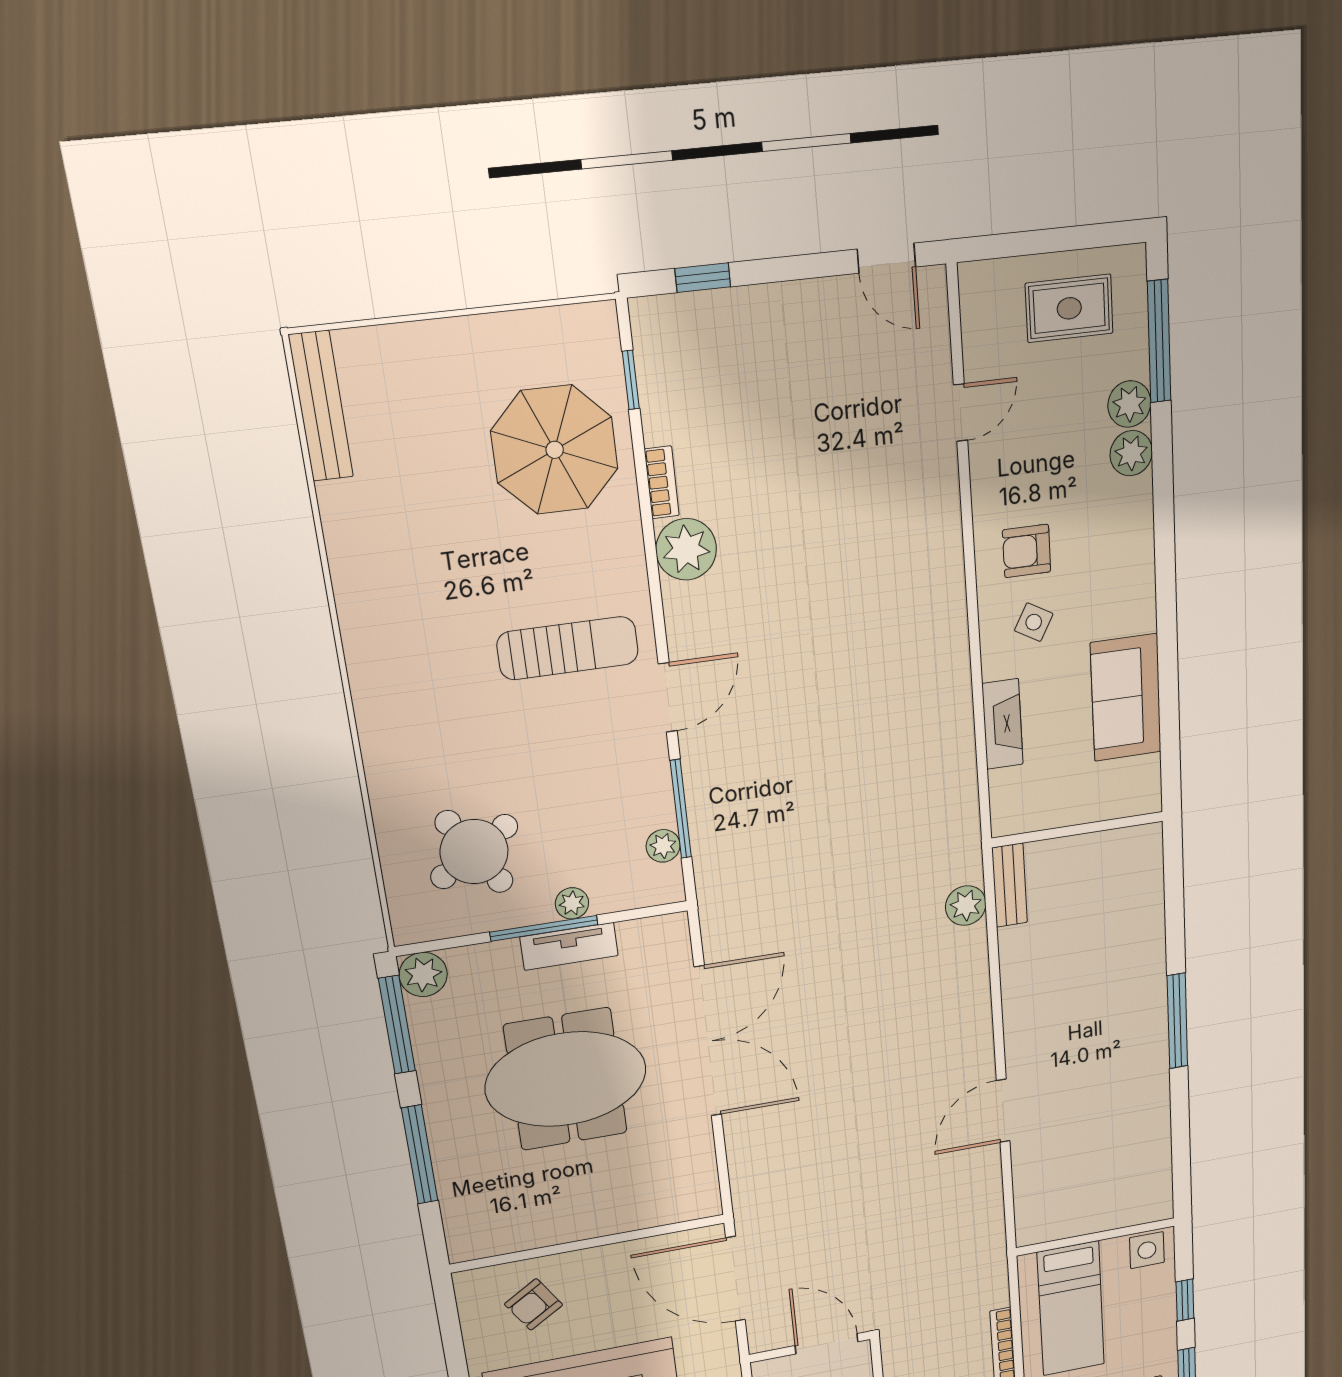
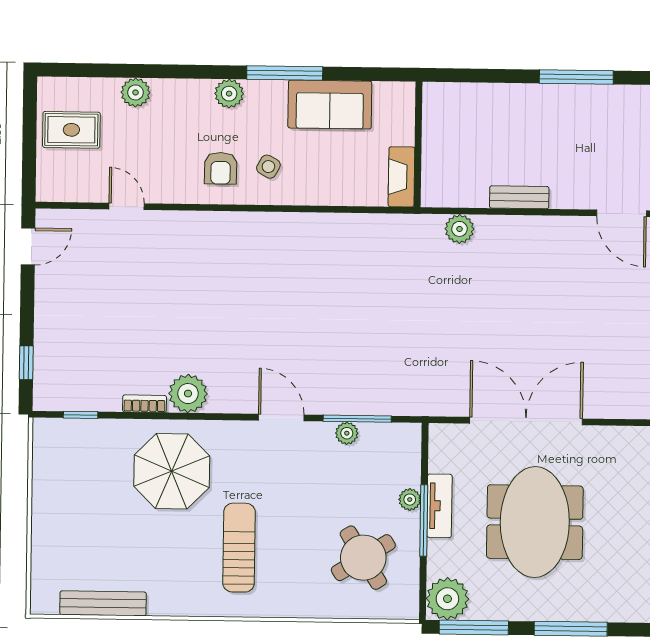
rug: (1069, 308) -> (71, 130), turned 90
window: (1159, 341) -> (285, 73), moved
bench: (321, 406) -> (103, 603), moved
parasol: (555, 450) -> (172, 471), moved
plant: (1131, 453) -> (229, 94), moved
sun lounger: (568, 648) -> (239, 548), moved
fireplace: (1003, 724) -> (401, 177), moved, turned -90
plant: (663, 846) -> (347, 433), moved
bench: (1010, 885) -> (519, 197), moved
plant: (423, 975) -> (447, 599), width x1.36, depth x1.36

